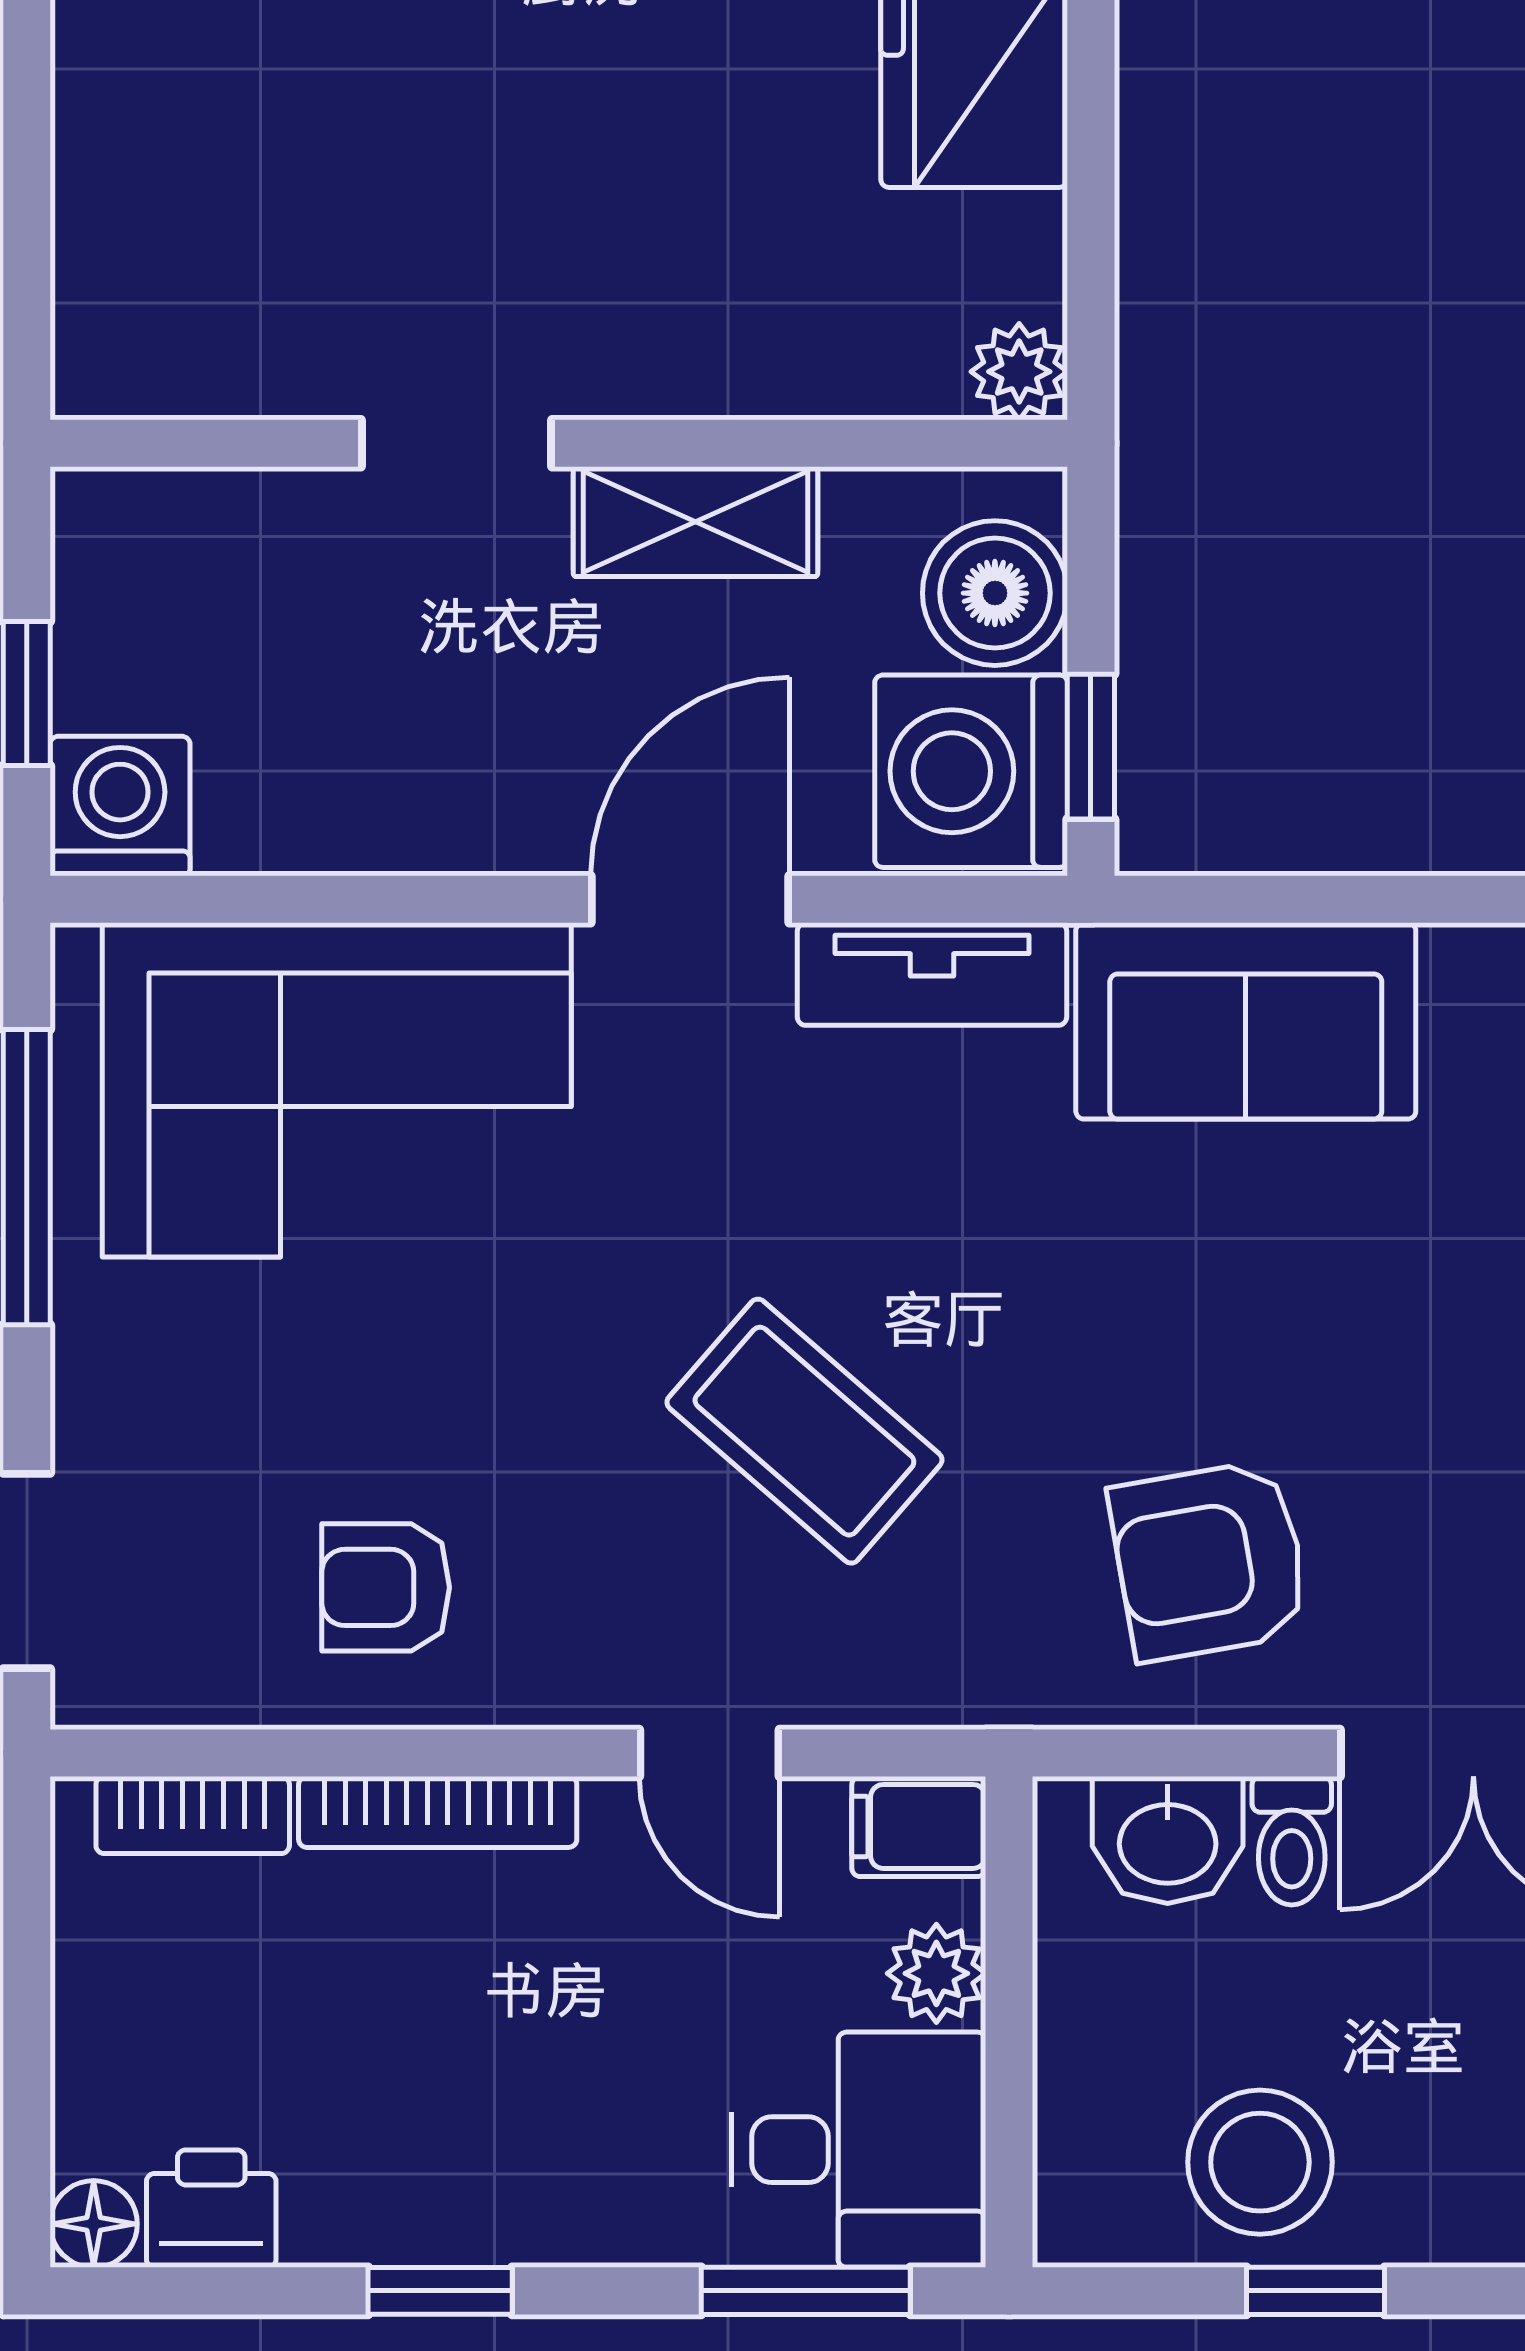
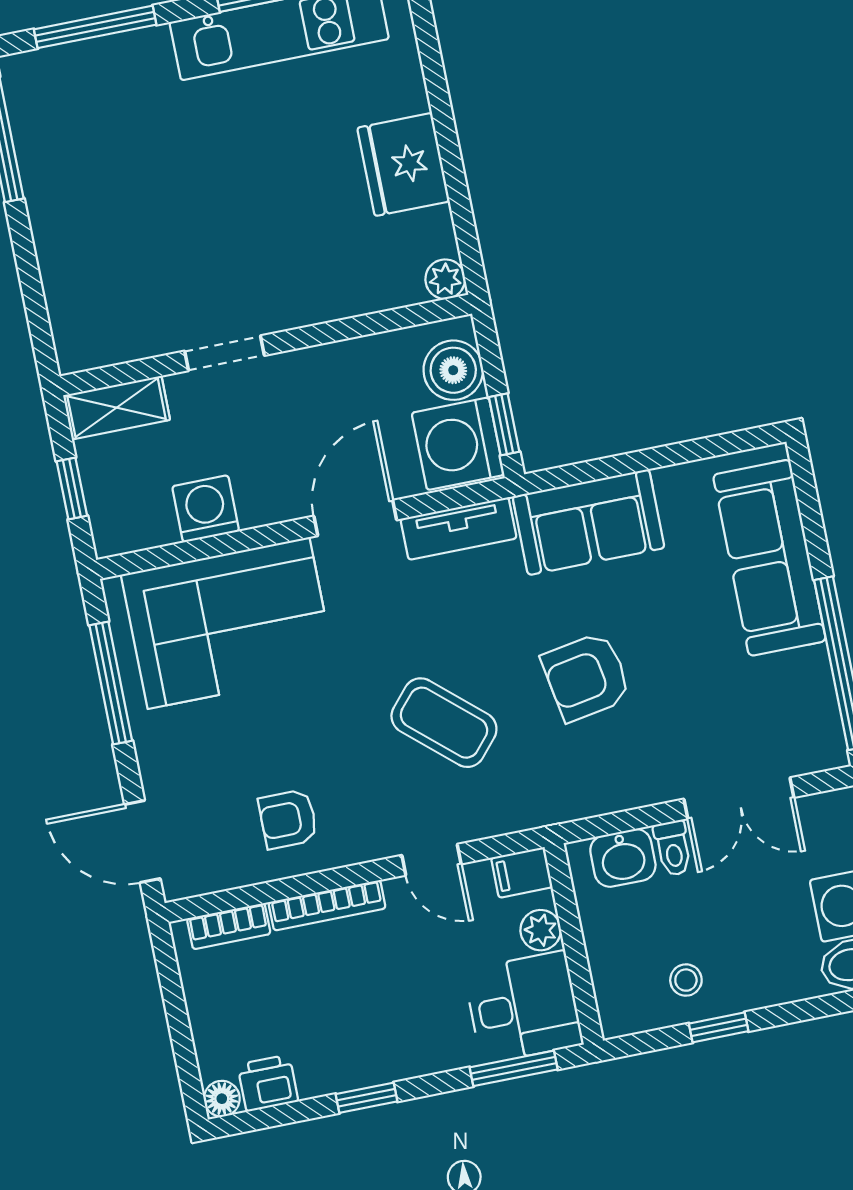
shelving: (696, 522) -> (117, 408), moved
washing machine: (120, 806) -> (206, 509), moved
armchair: (1209, 1561) -> (586, 677), moved
stool: (1260, 2162) -> (686, 980), width x0.53, depth x0.53

